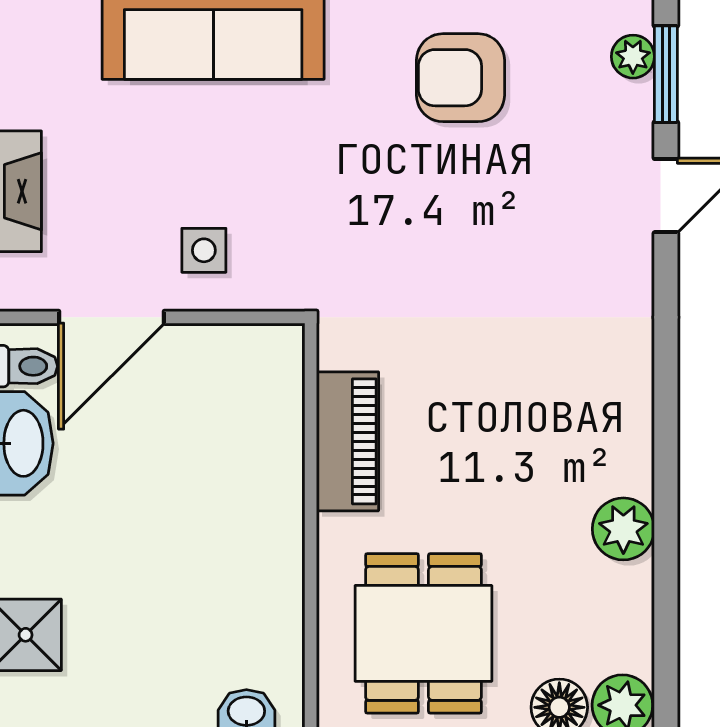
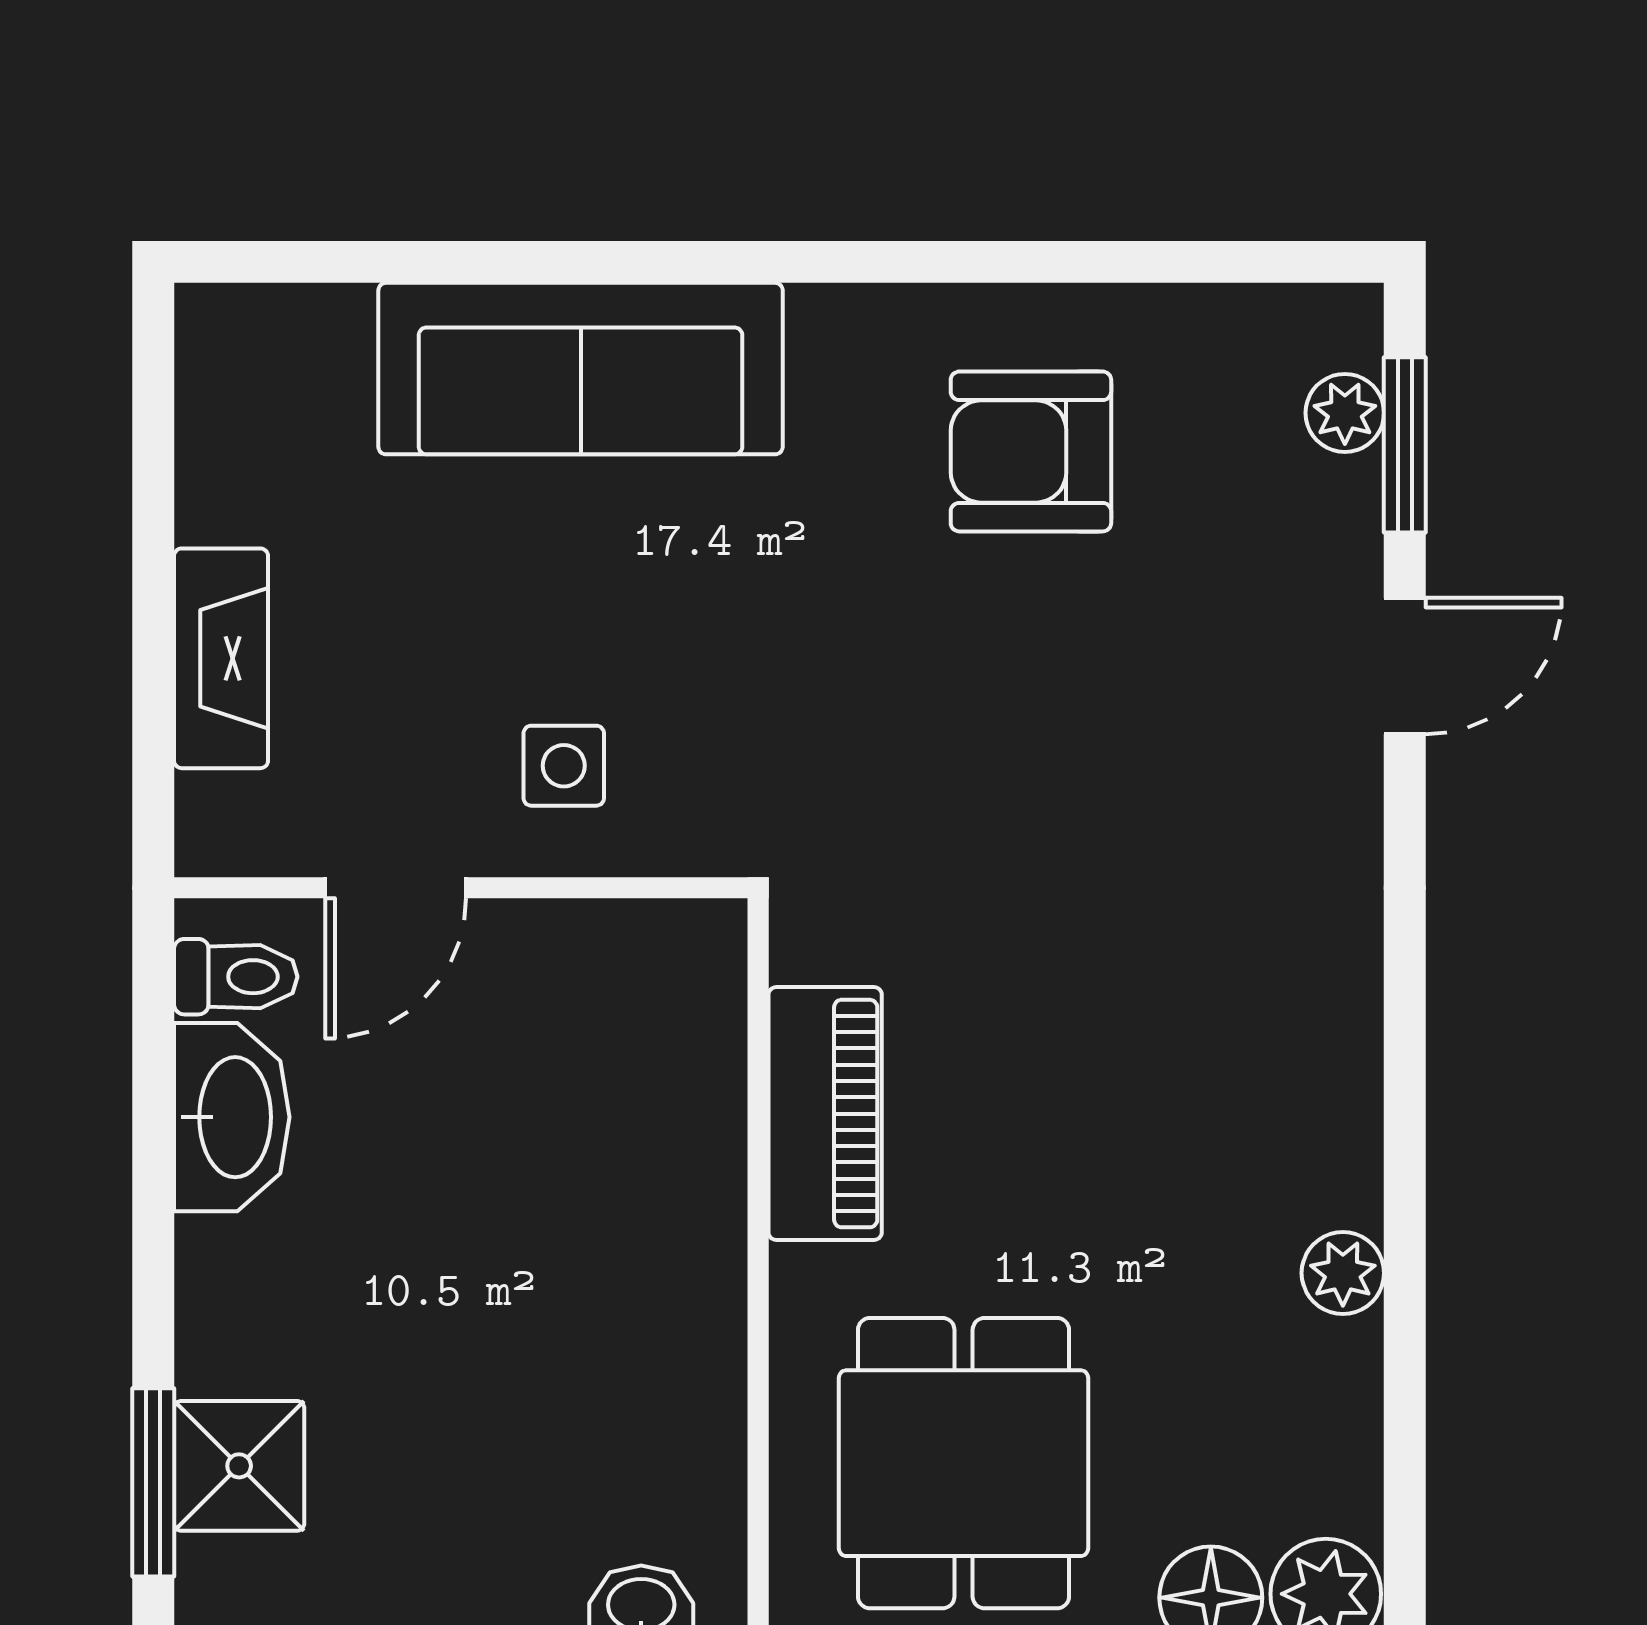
door: (112, 317) -> (396, 888), width x0.73
plant: (623, 529) -> (1343, 1273), width x0.73, depth x0.73

